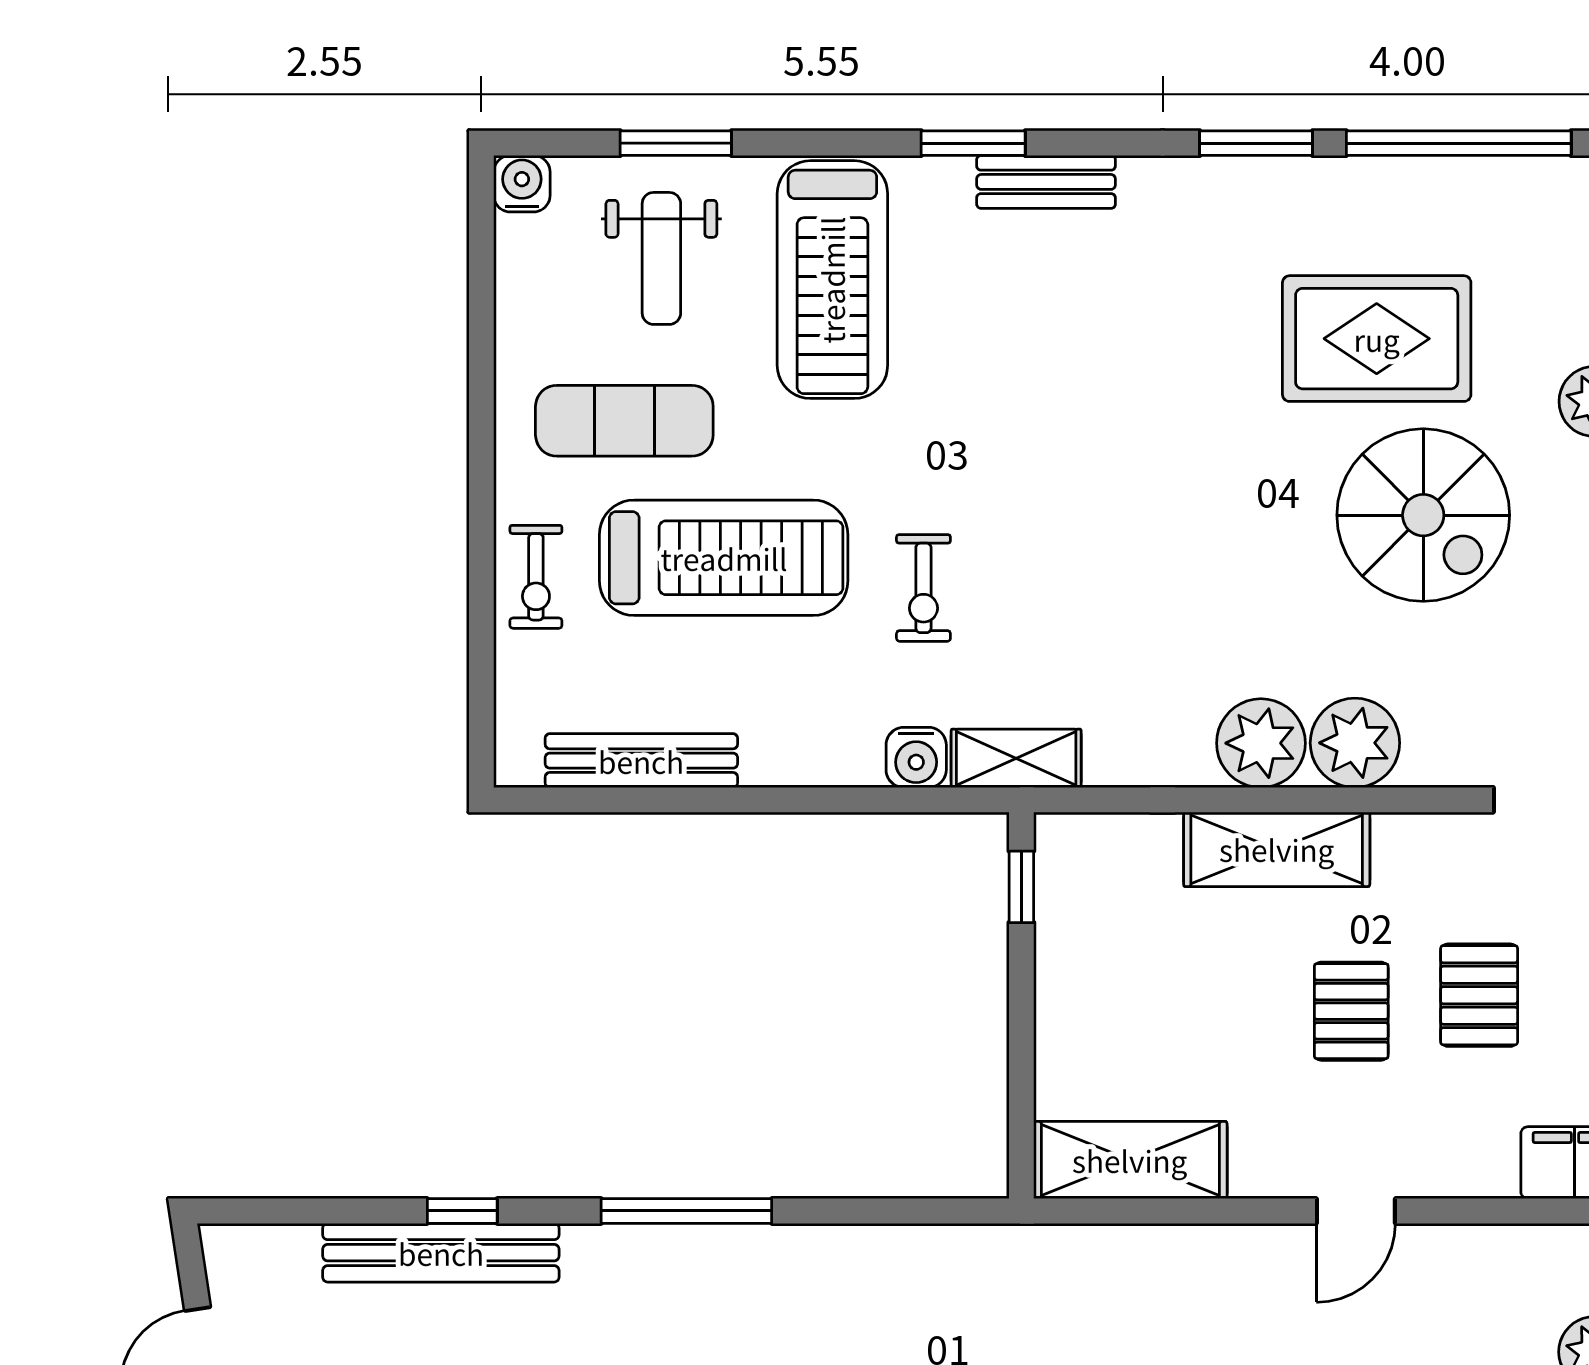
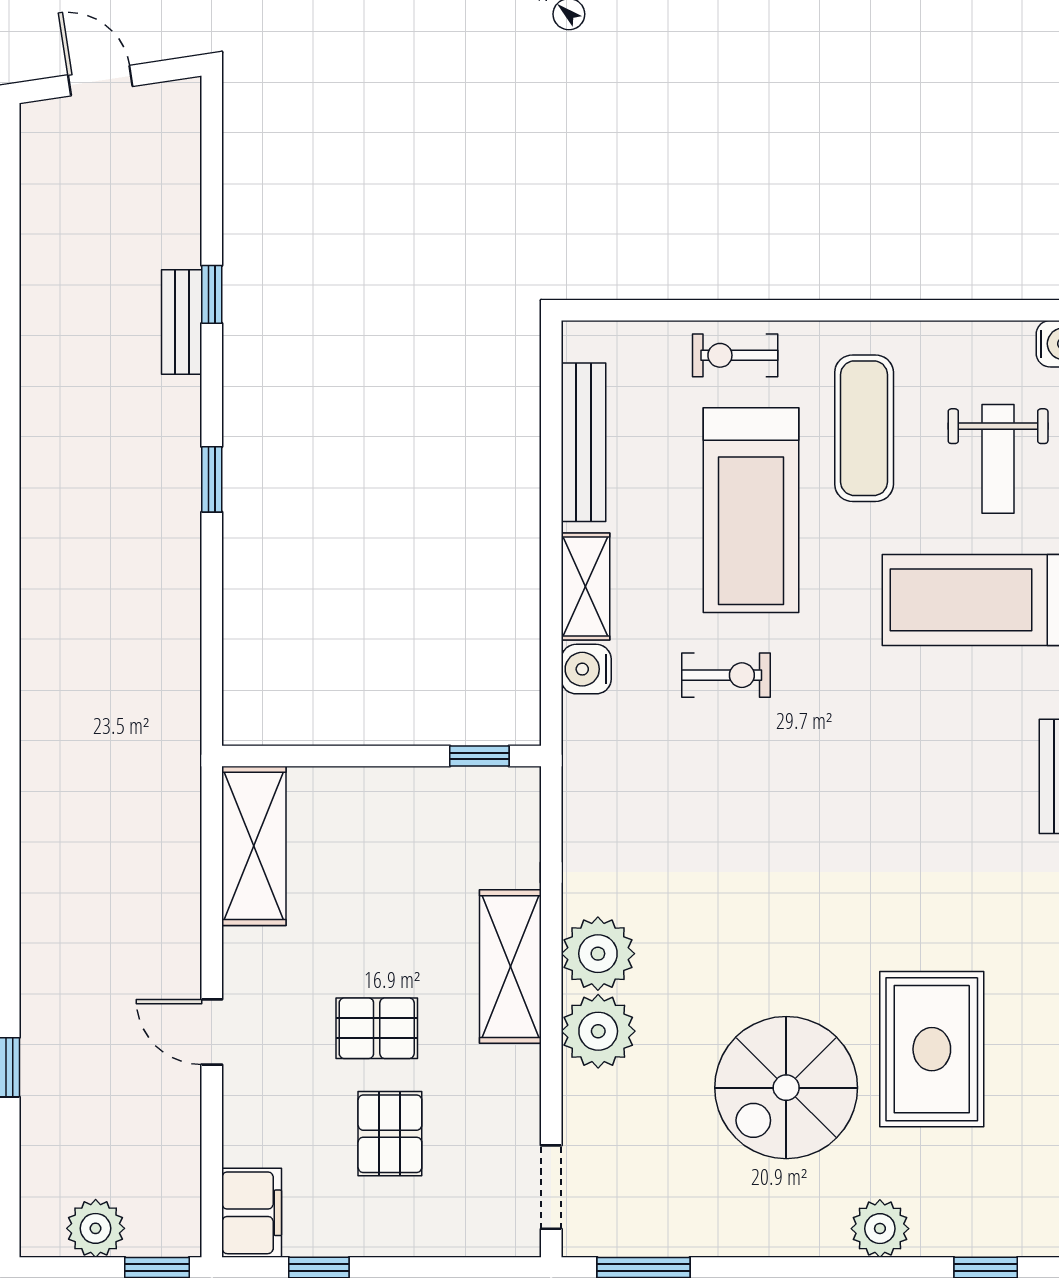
weight bench: (661, 258) -> (998, 459), turned -90
exercise bike: (923, 588) -> (726, 675), turned 180
shelving: (1016, 758) -> (585, 587), moved
pallet: (1479, 995) -> (390, 1134), turned 90
window: (686, 1211) -> (212, 479), width x0.46
bench: (441, 1253) -> (182, 322), width x0.54, depth x0.82

